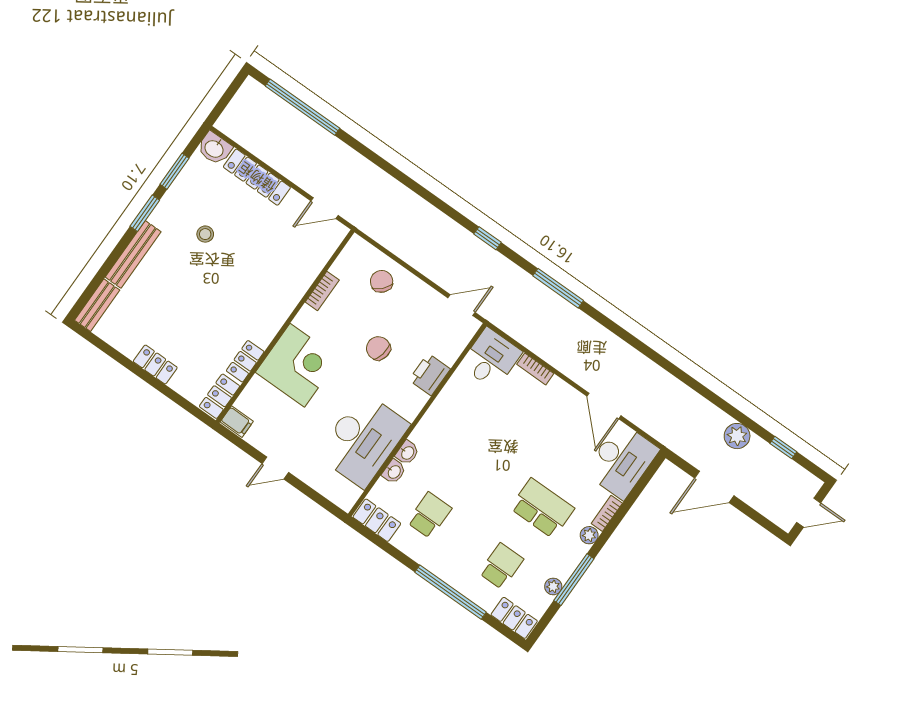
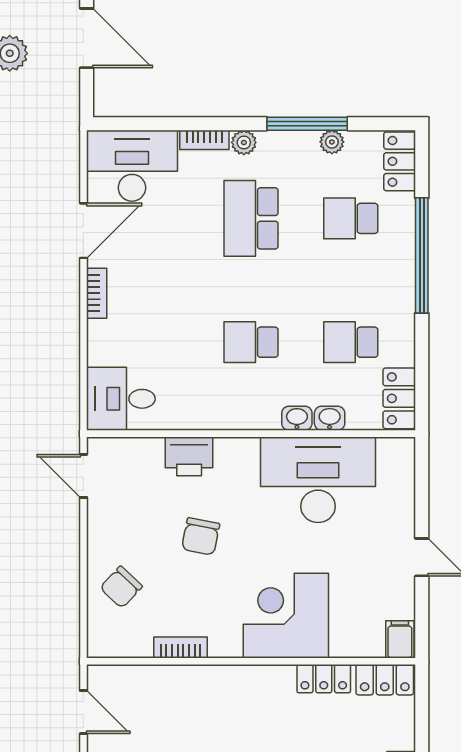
bookcase: (535, 369) -> (97, 293), moved
school desk: (470, 457) -> (251, 342), added

